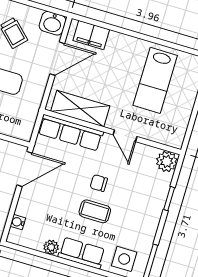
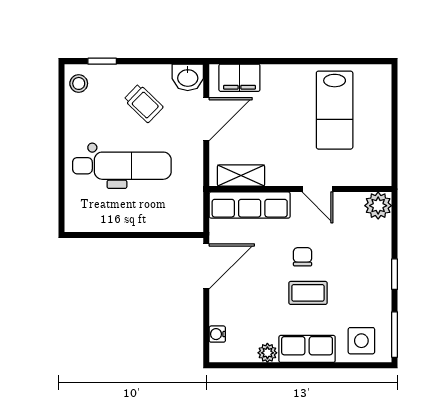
shelving: (80, 109) -> (241, 176), width x0.67, depth x0.75
chair: (99, 183) -> (303, 257), turned 90
window: (169, 199) -> (395, 274), moved

